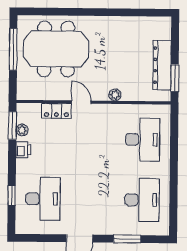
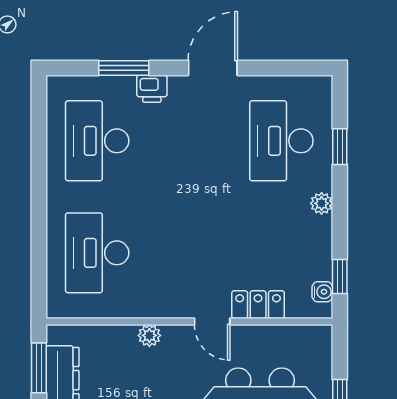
water cooler: (22, 117) -> (322, 292), added
window: (12, 126) -> (340, 276), width x0.67
plant: (22, 130) -> (322, 203), moved
printer: (23, 150) -> (152, 89), moved, turned -90

